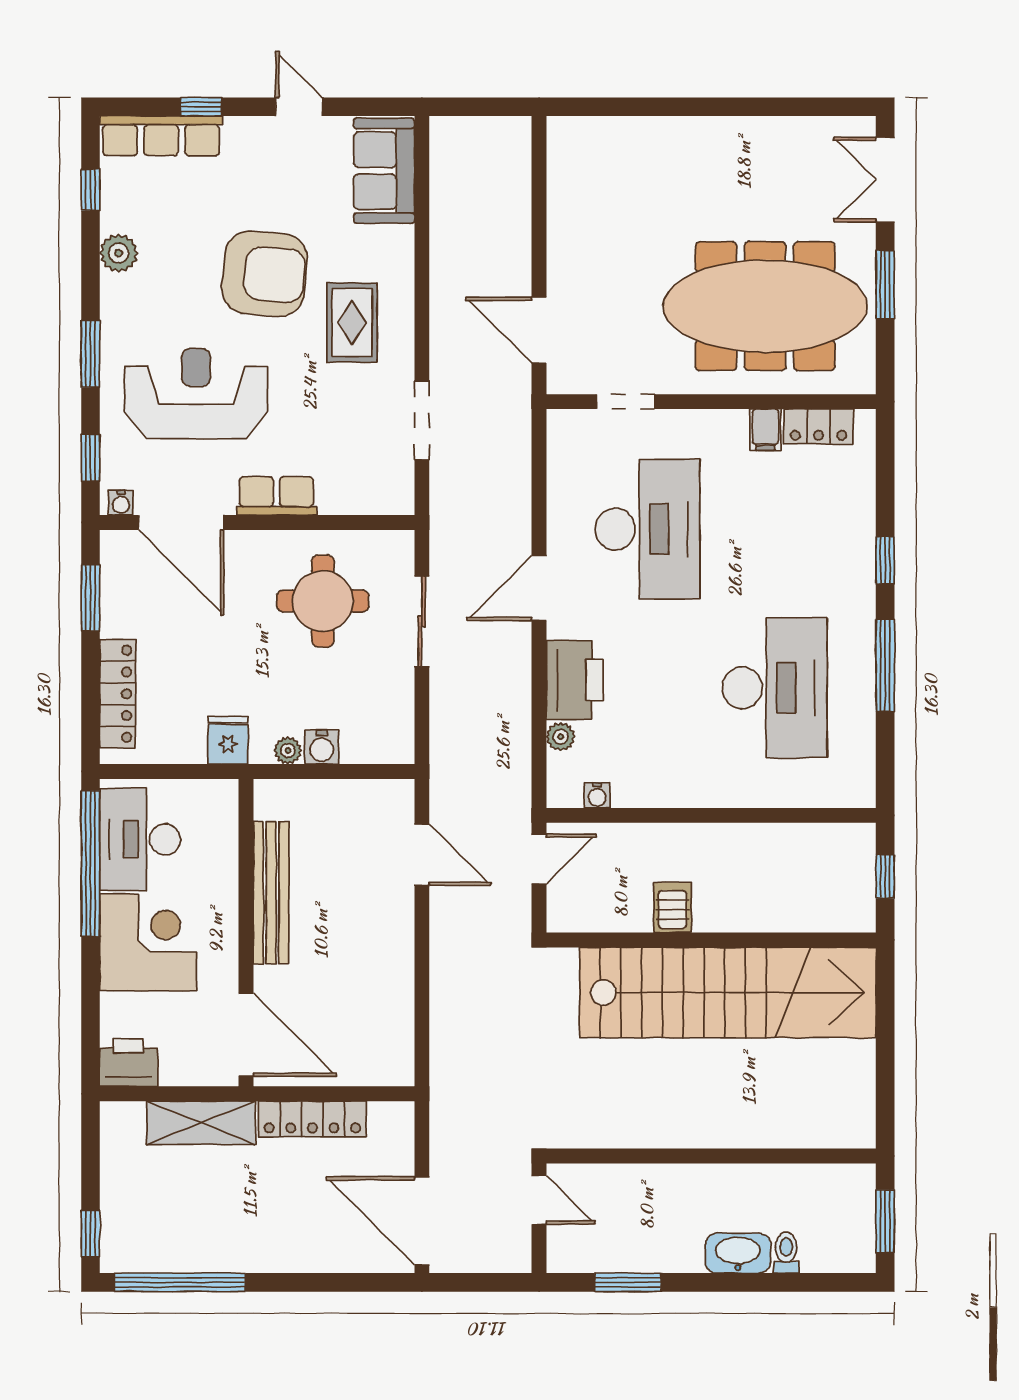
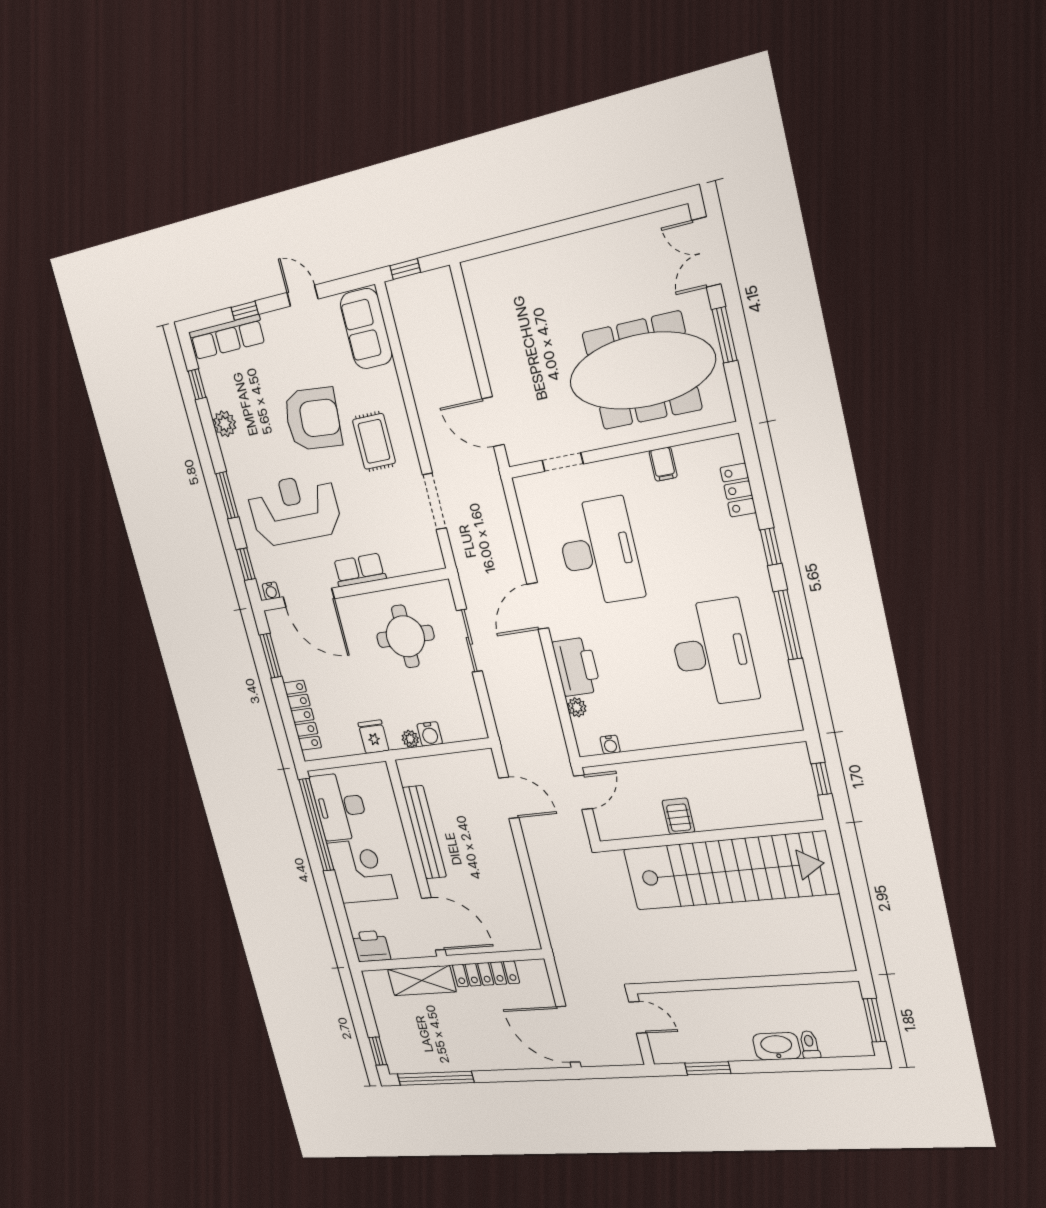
window: (465, 107) -> (405, 269), added
locker: (819, 426) -> (738, 490), moved, turned 90

